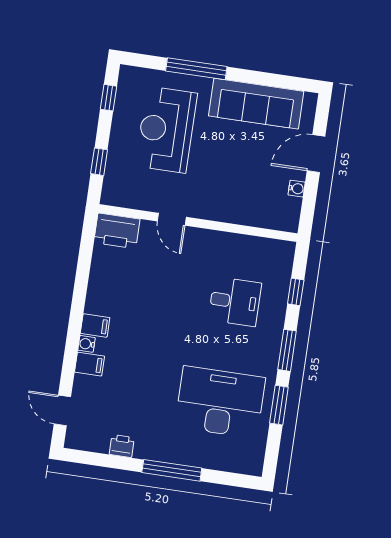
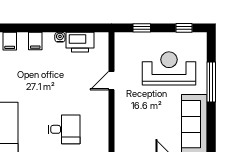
printer: (117, 231) -> (80, 42), moved, turned -90
desk: (235, 302) -> (64, 129), turned -90
water cooler: (86, 344) -> (60, 37), moved

